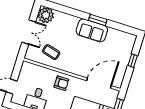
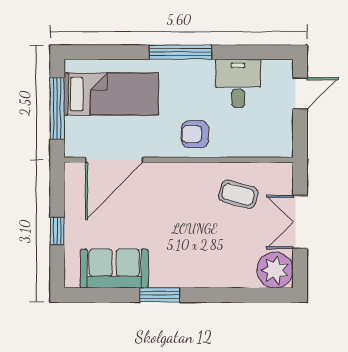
sofa: (92, 30) -> (114, 269), moved

